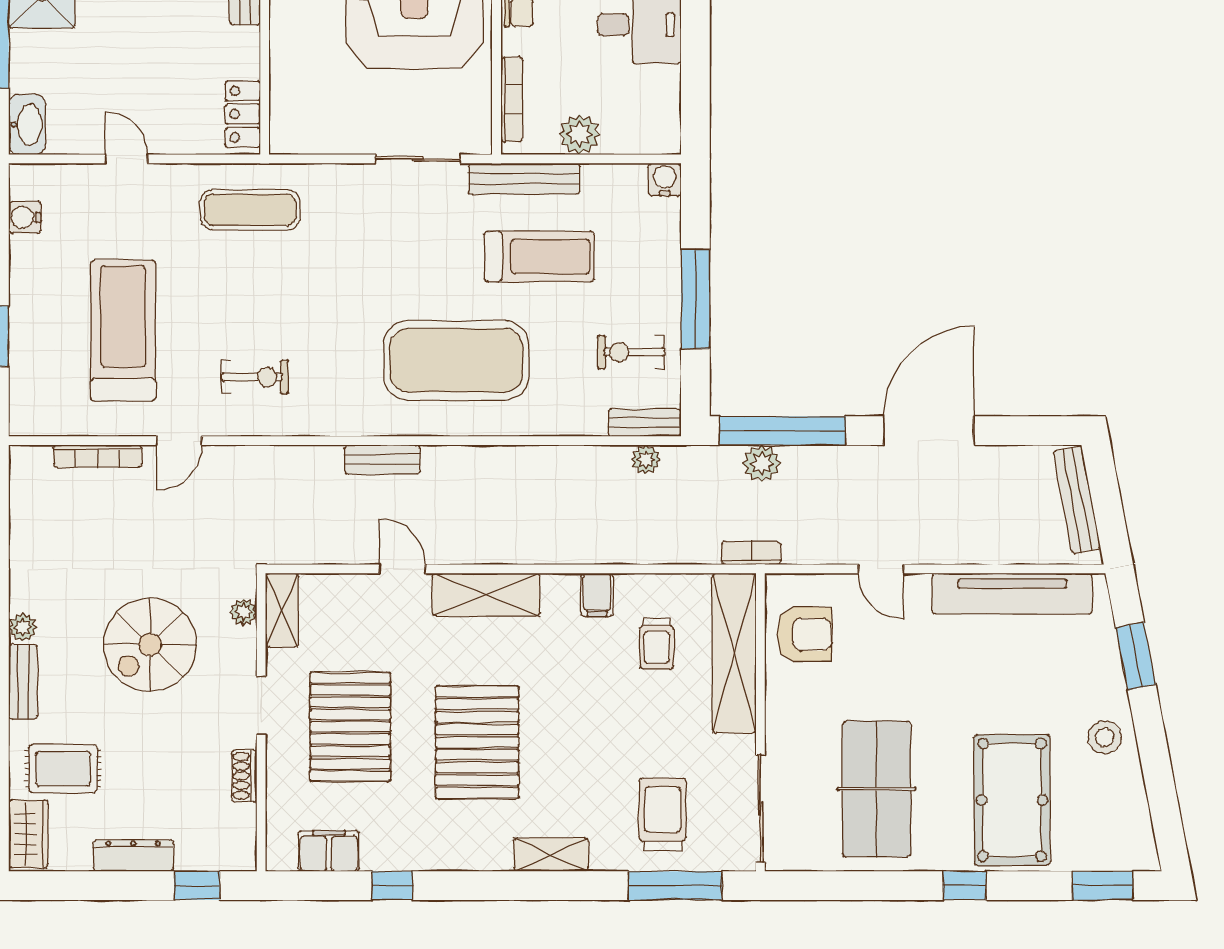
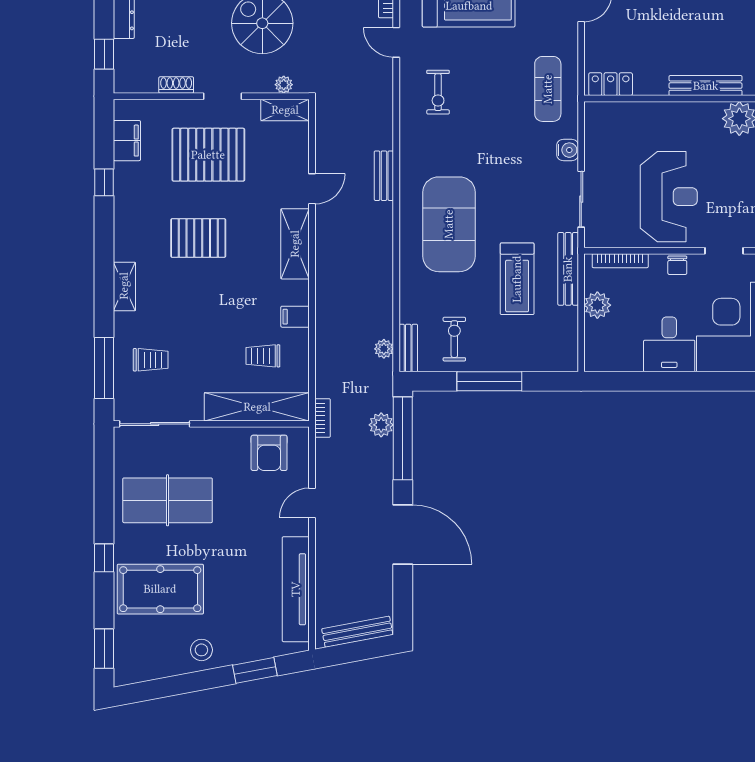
water cooler: (665, 180) -> (568, 150), moved
pallet: (477, 742) -> (198, 238), width x0.73, depth x0.71
trolley: (663, 815) -> (151, 360), width x0.73, depth x0.72

